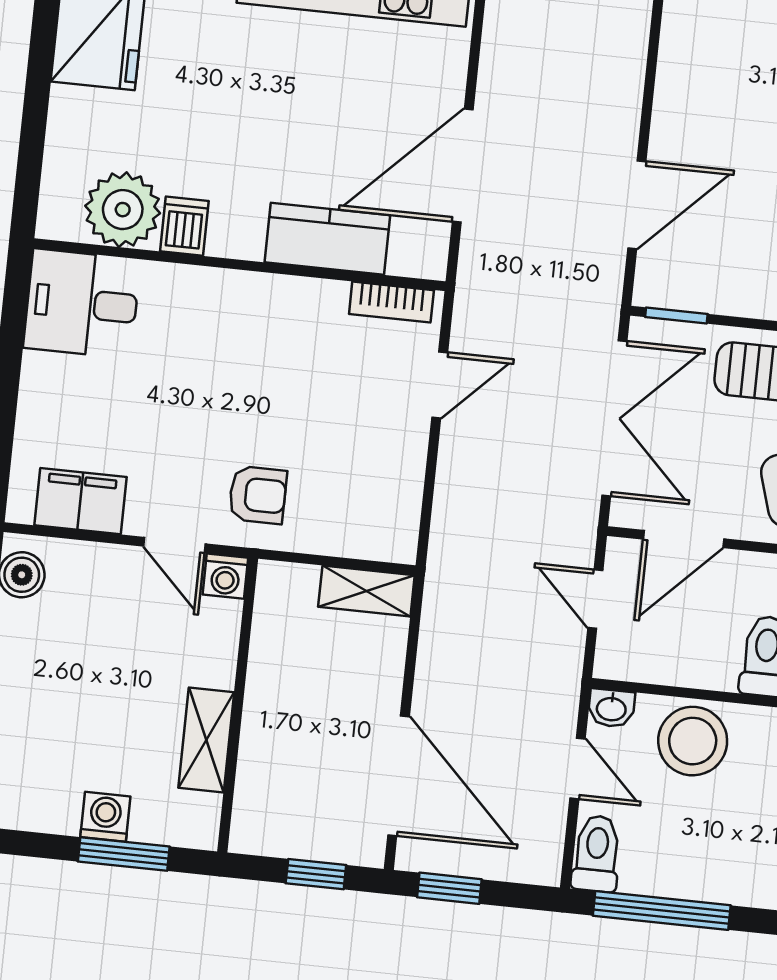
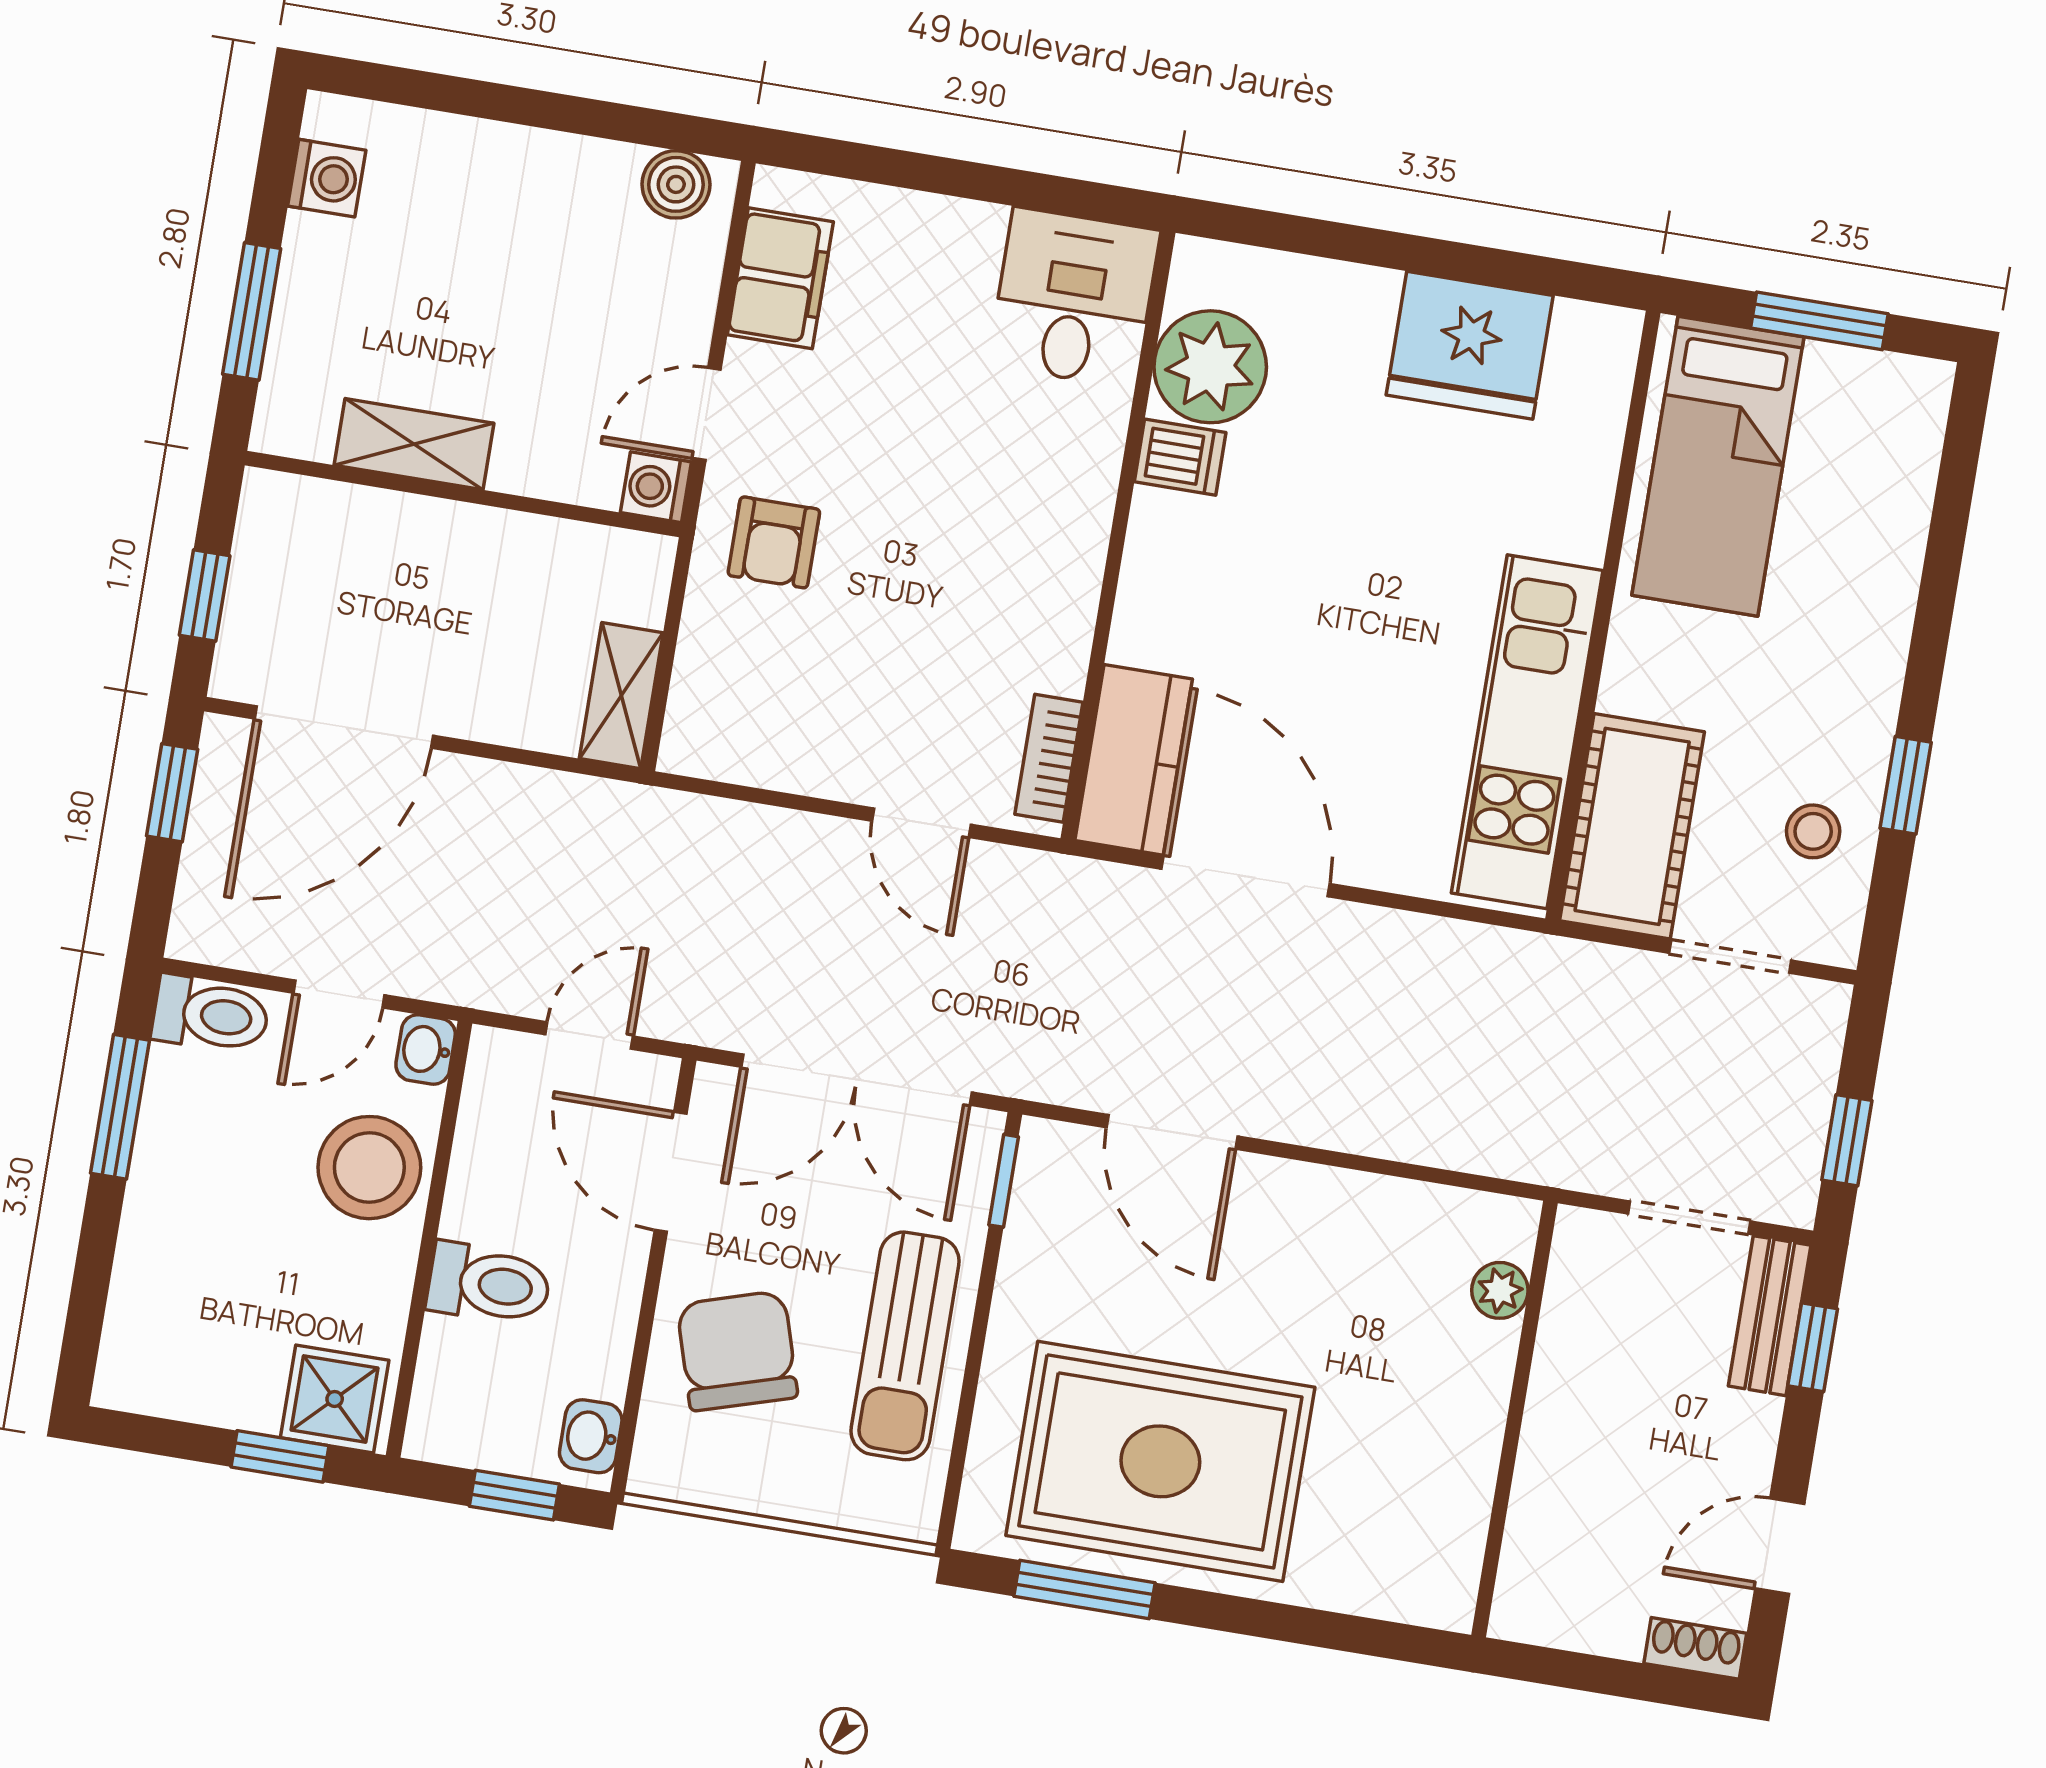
kitchen counter: (327, 239) -> (1134, 760), moved
washing machine: (105, 817) -> (327, 178), moved
window: (662, 911) -> (120, 1107), width x0.69

